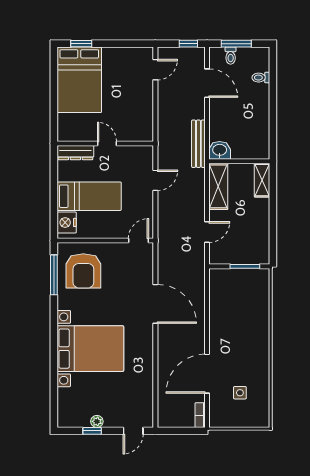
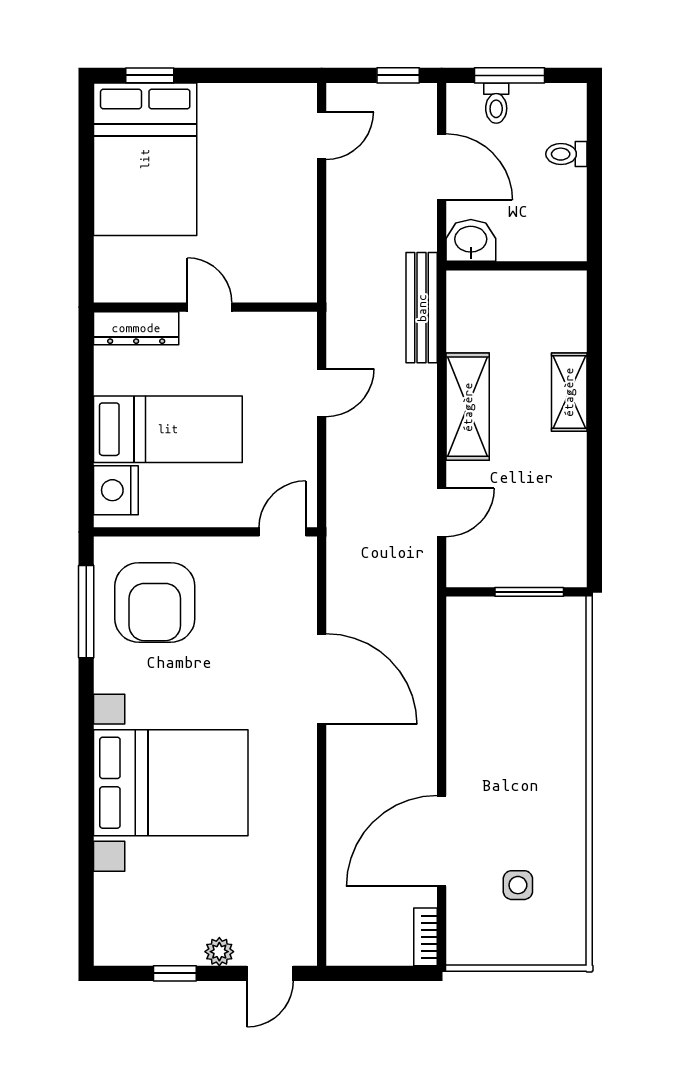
washbasin: (220, 150) -> (471, 240), moved
wall: (239, 161) -> (516, 266), moved
plant: (97, 421) -> (219, 952), moved

